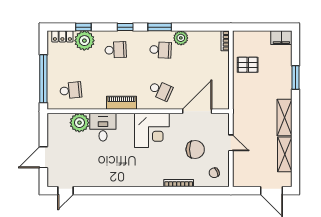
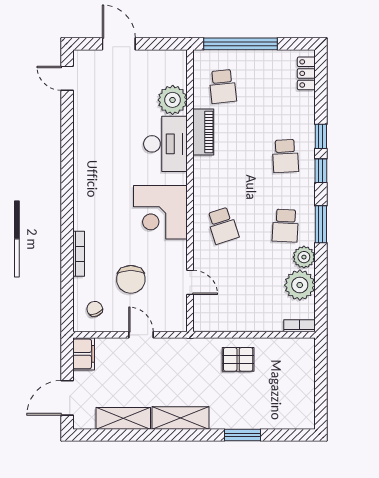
window: (83, 27) -> (321, 136), moved
filing cabinet: (281, 38) -> (84, 354), moved, turned 180
plant: (84, 41) -> (300, 285), moved
pallet: (248, 65) -> (238, 359), moved, turned 90
school desk: (160, 90) -> (223, 226), turned -42
piano: (121, 103) -> (203, 132), moved
door: (197, 111) -> (190, 282), width x0.53
desk: (103, 127) -> (165, 144), width x1.37
door: (231, 143) -> (141, 335), swing flipped

